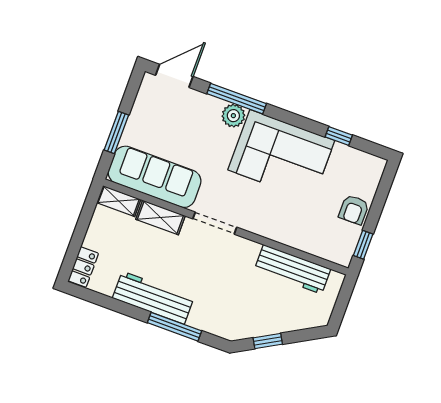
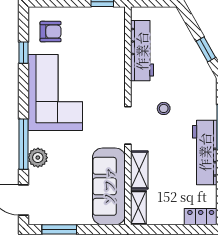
plant: (233, 116) -> (38, 158), moved
window: (116, 133) -> (59, 229), moved
armchair: (354, 210) -> (51, 32), moved
stool: (219, 270) -> (164, 108), added

